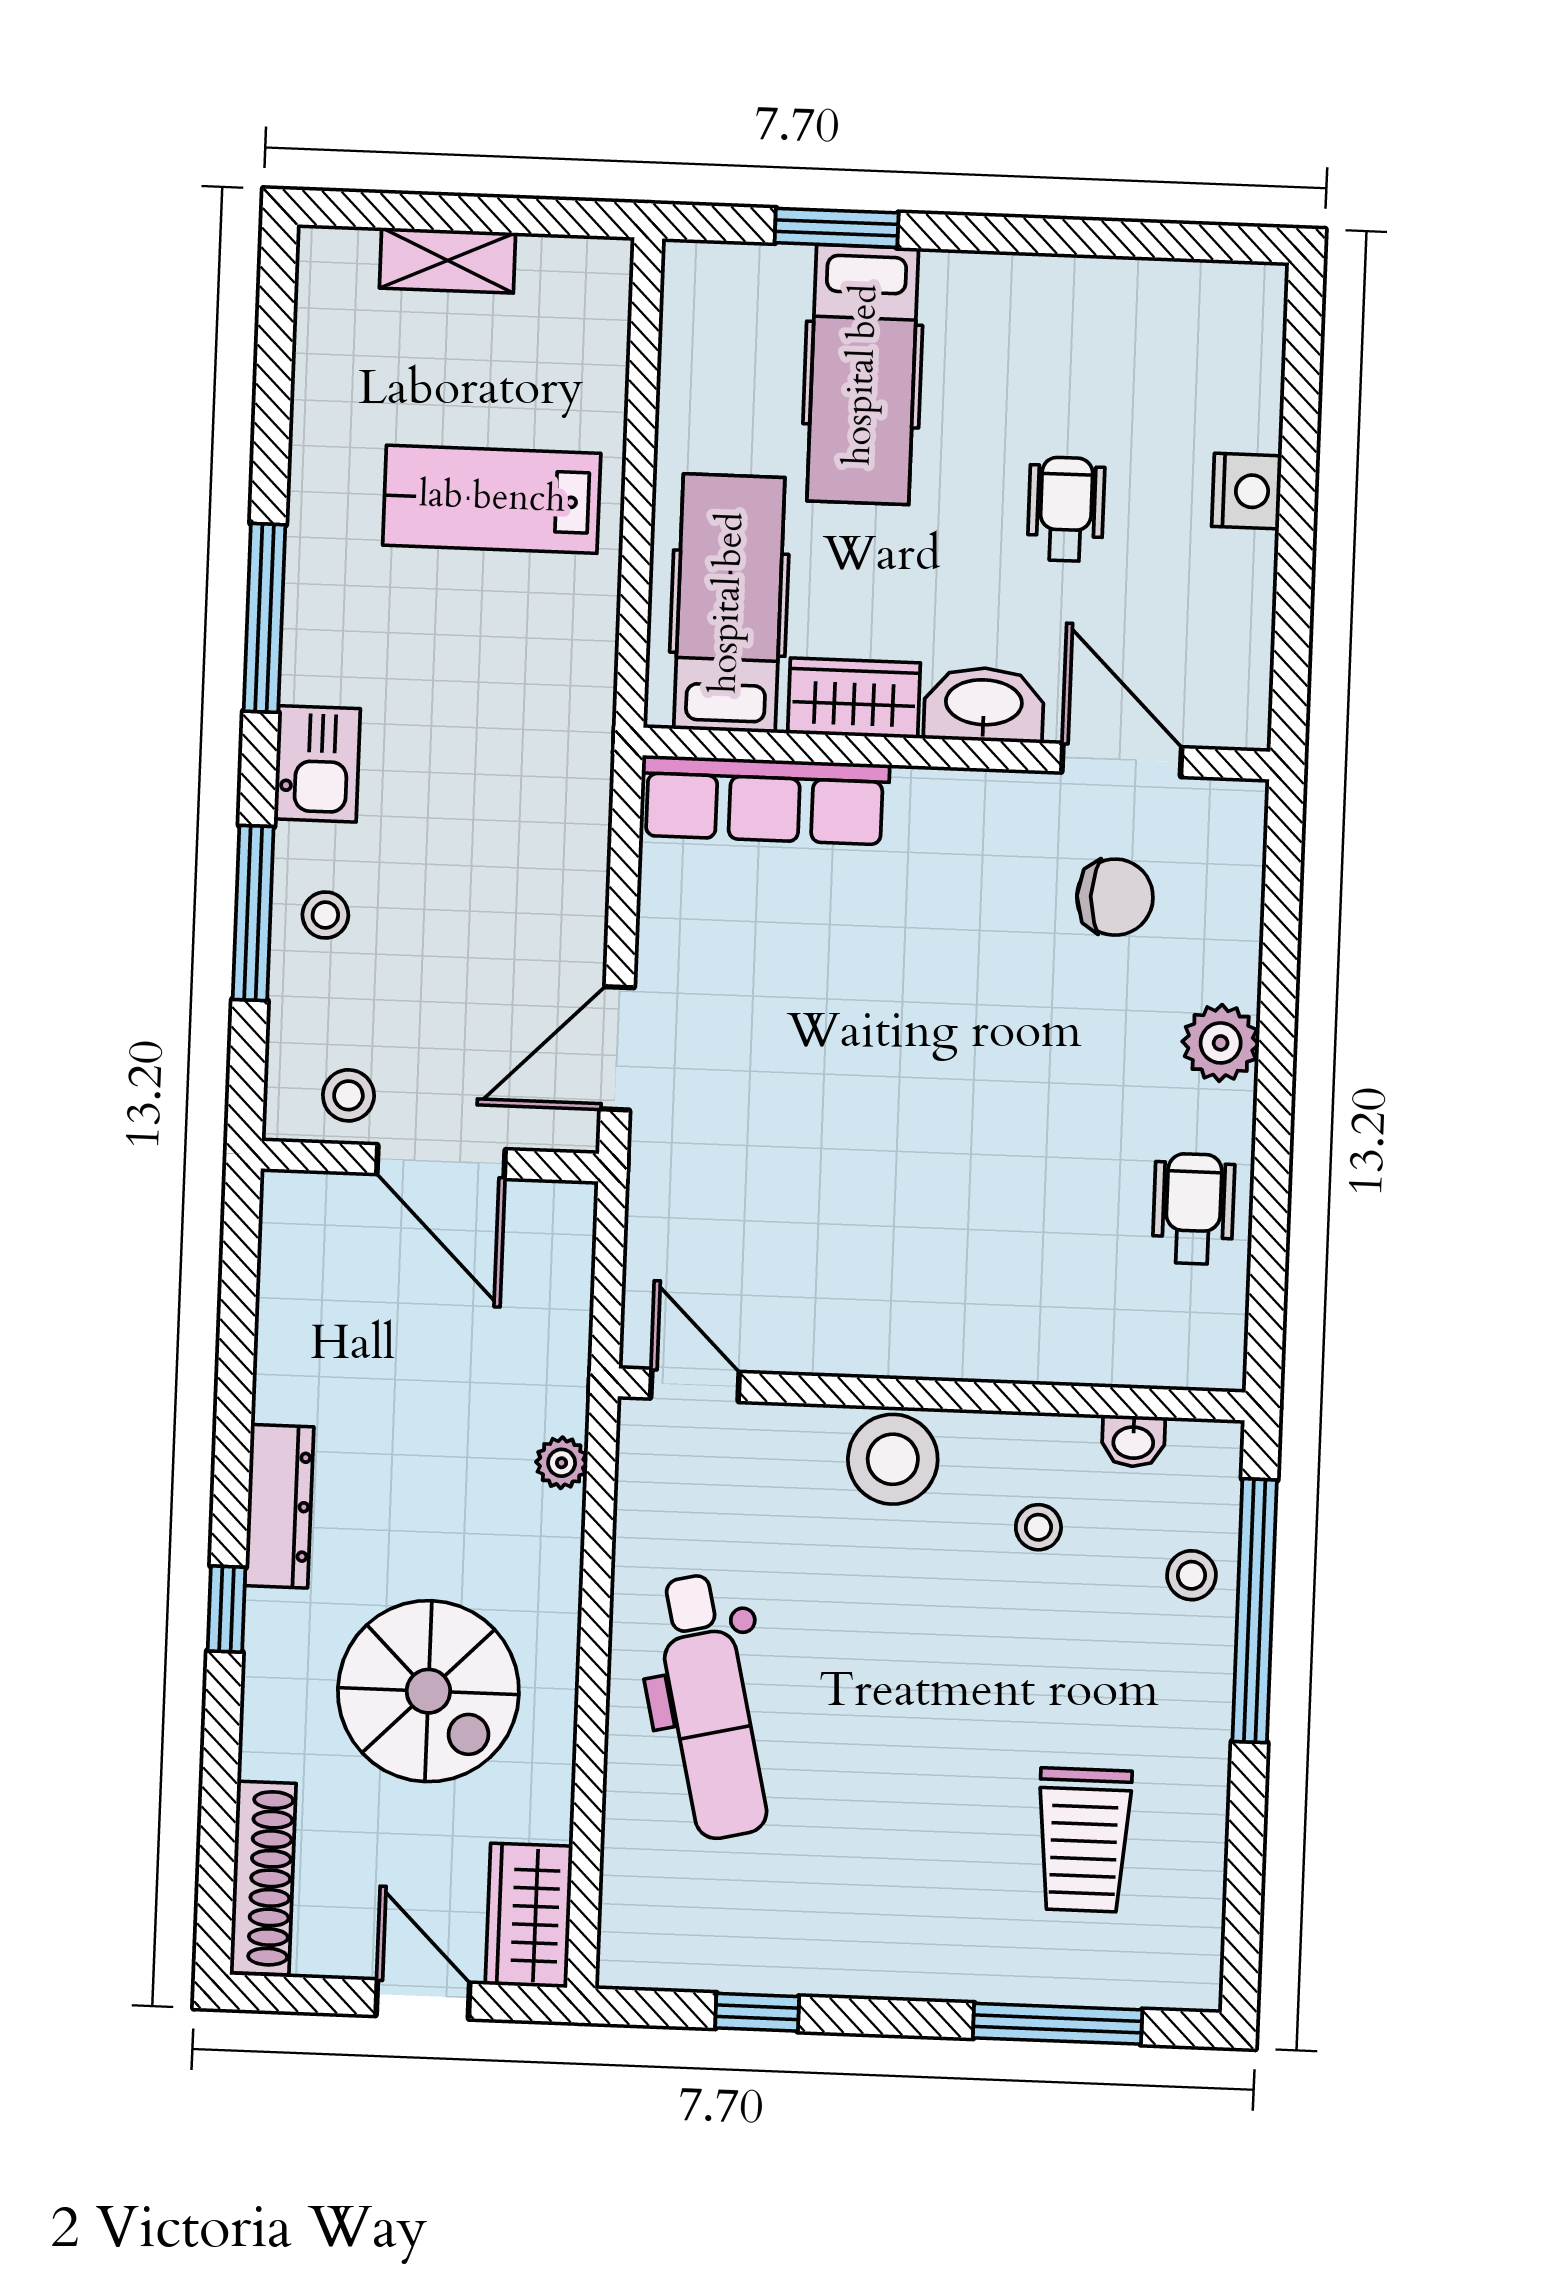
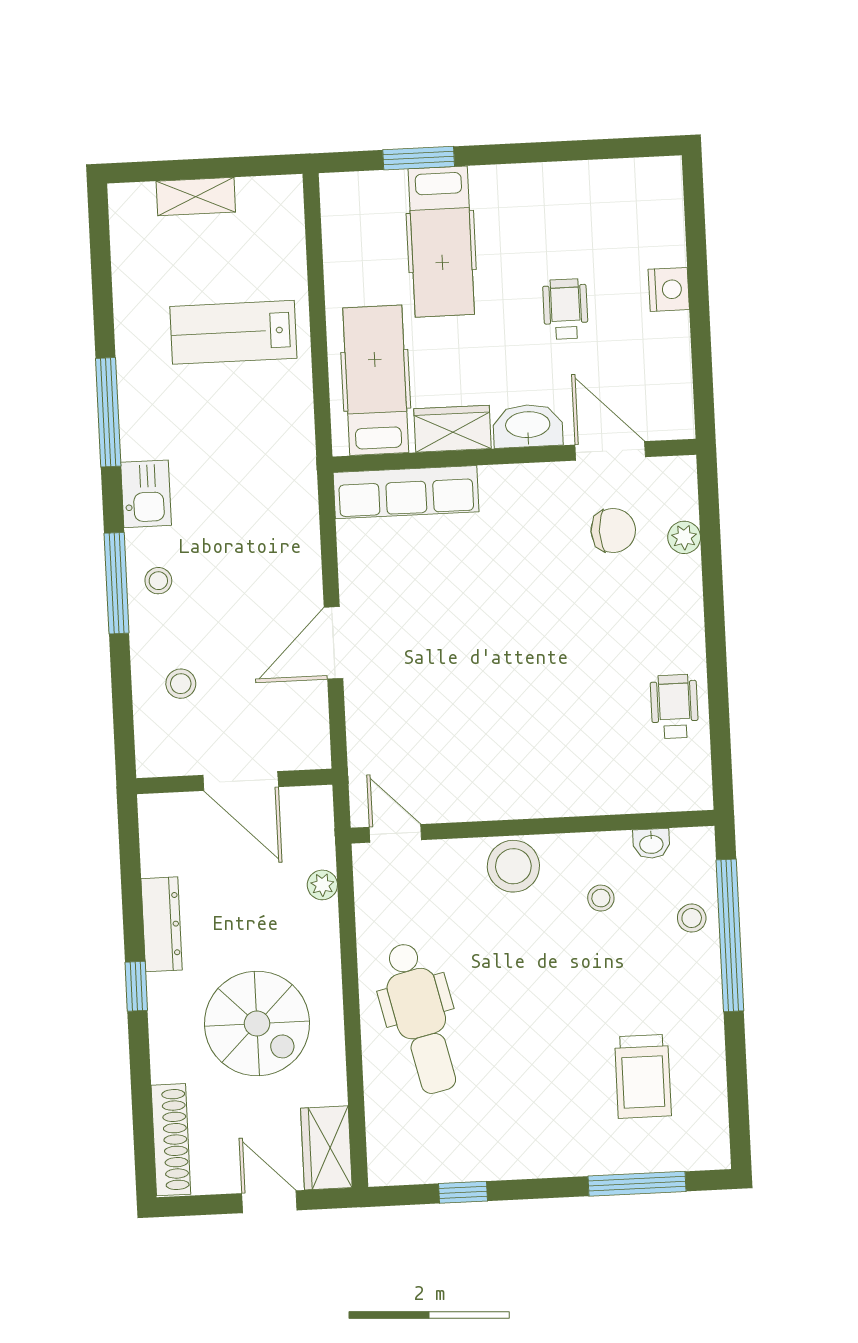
plant: (1221, 1043) -> (684, 537), moved, width x0.73, depth x0.73
wall: (430, 1161) -> (234, 781), moved
door: (441, 1162) -> (241, 781), moved

